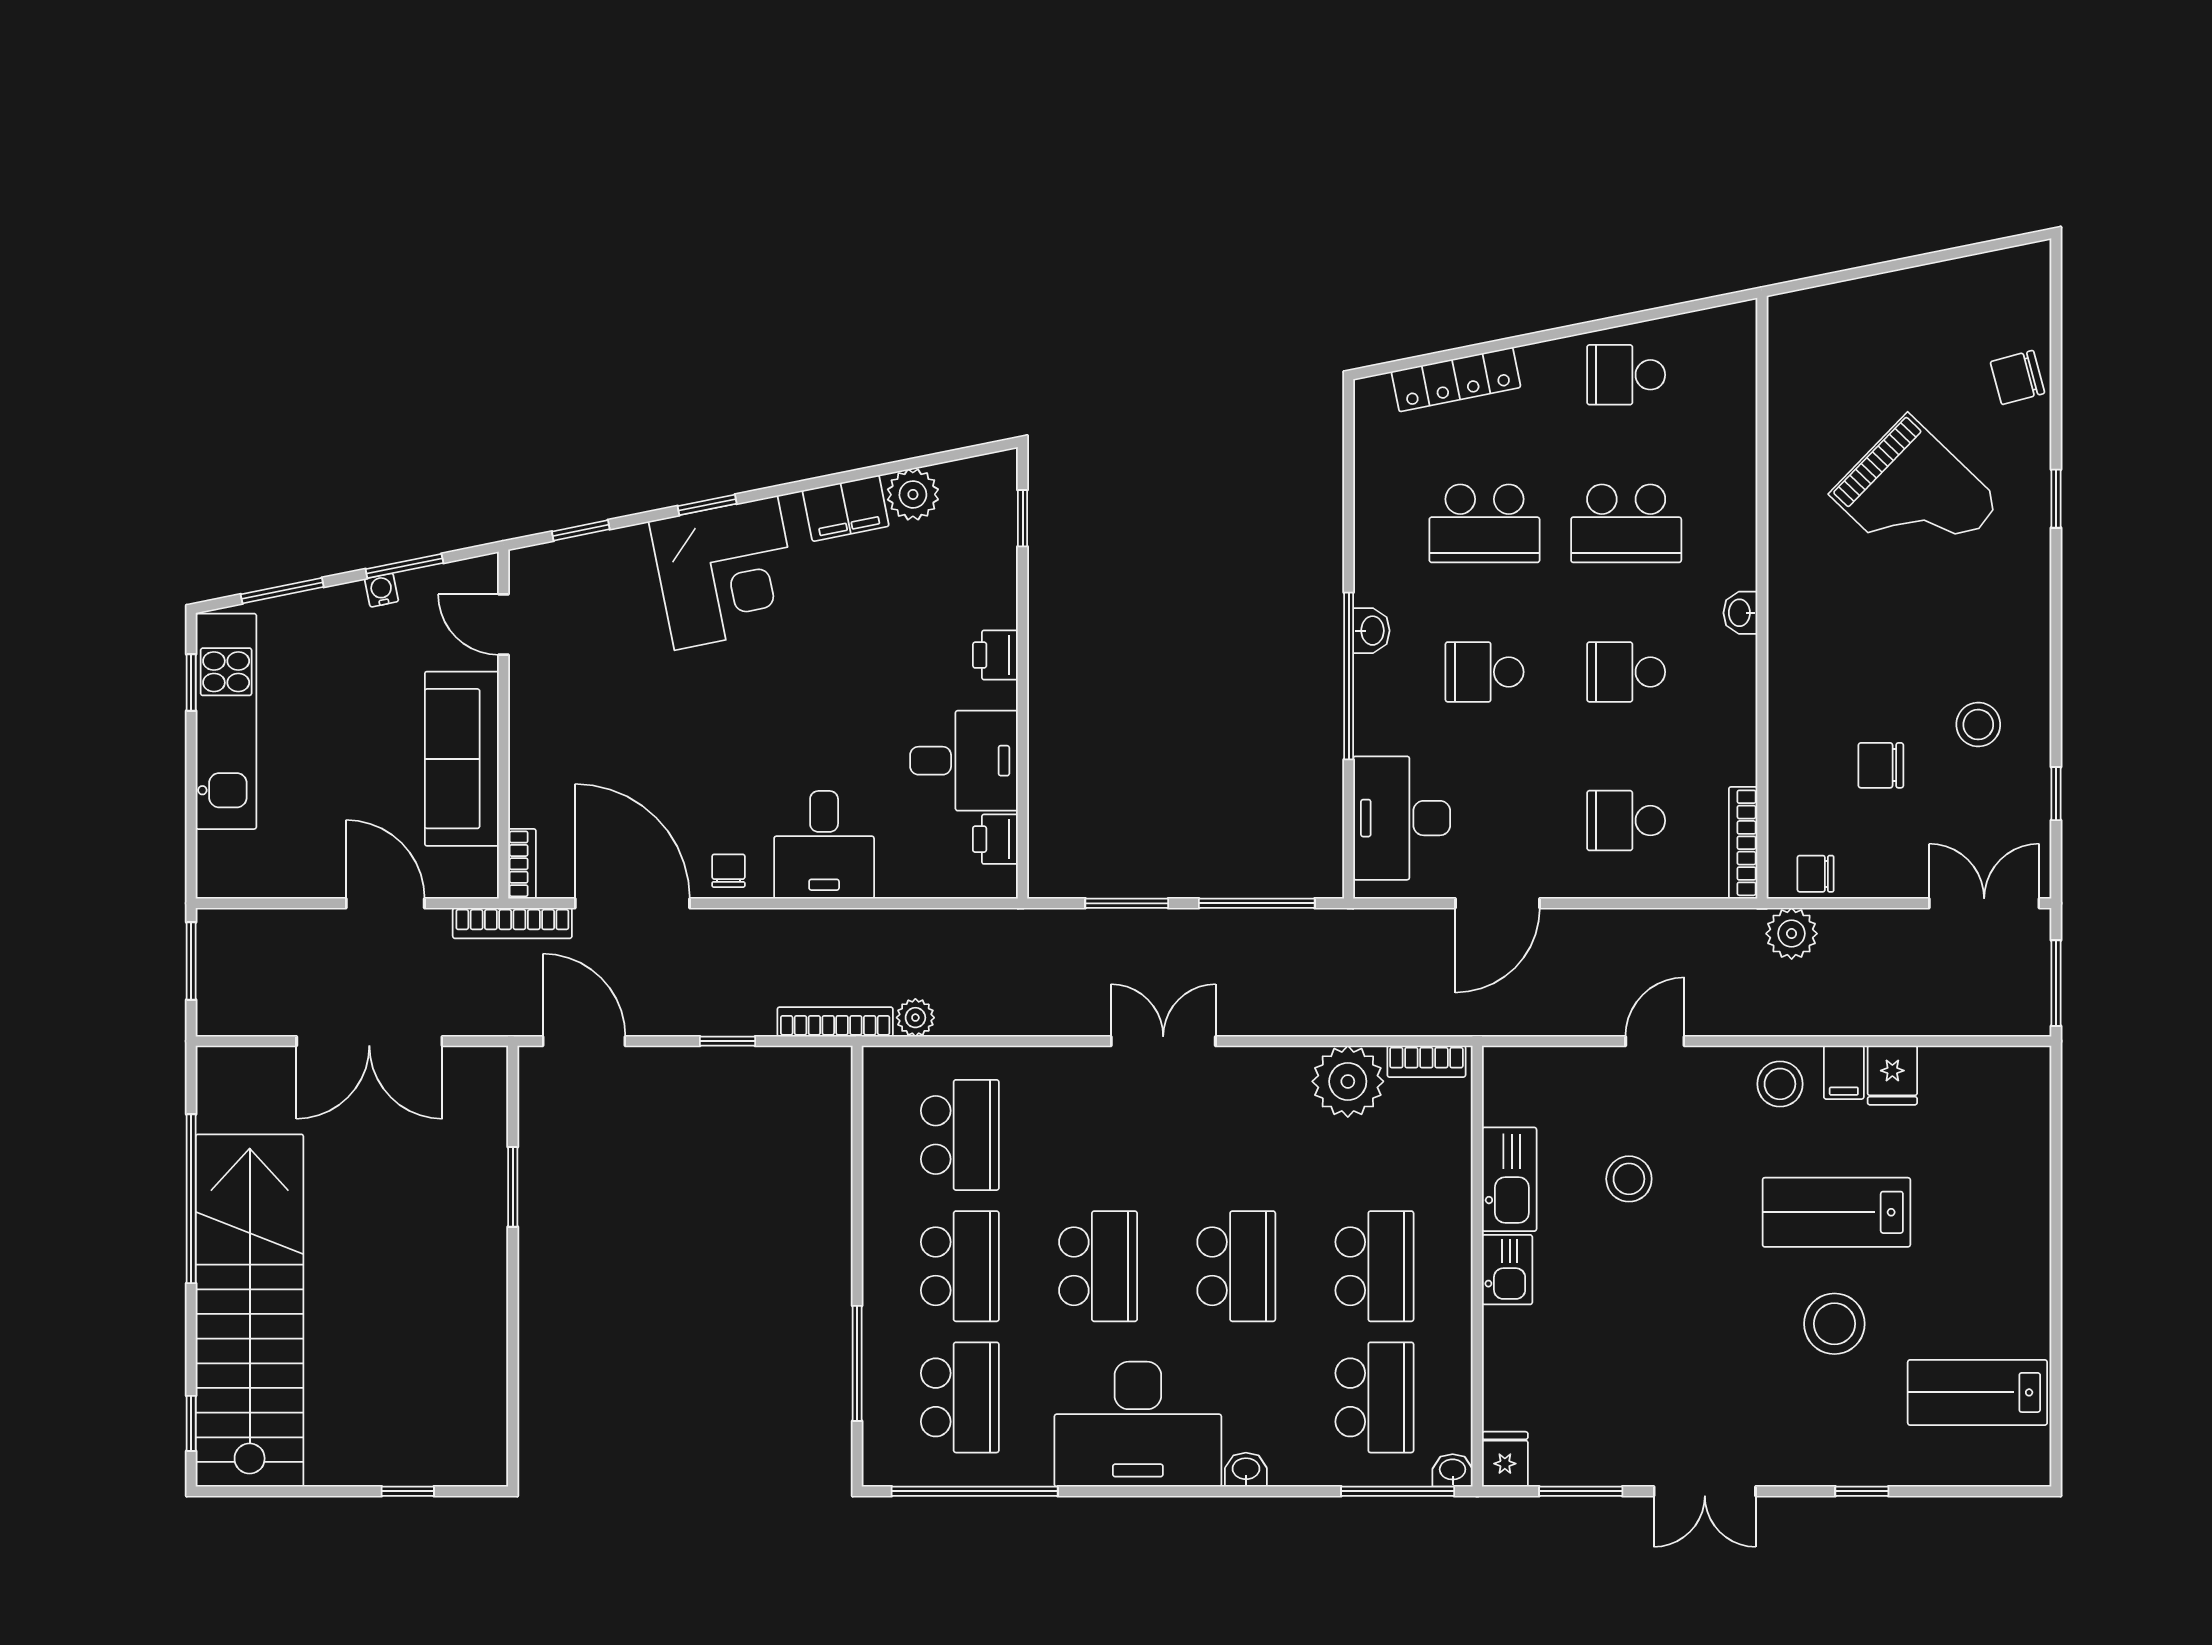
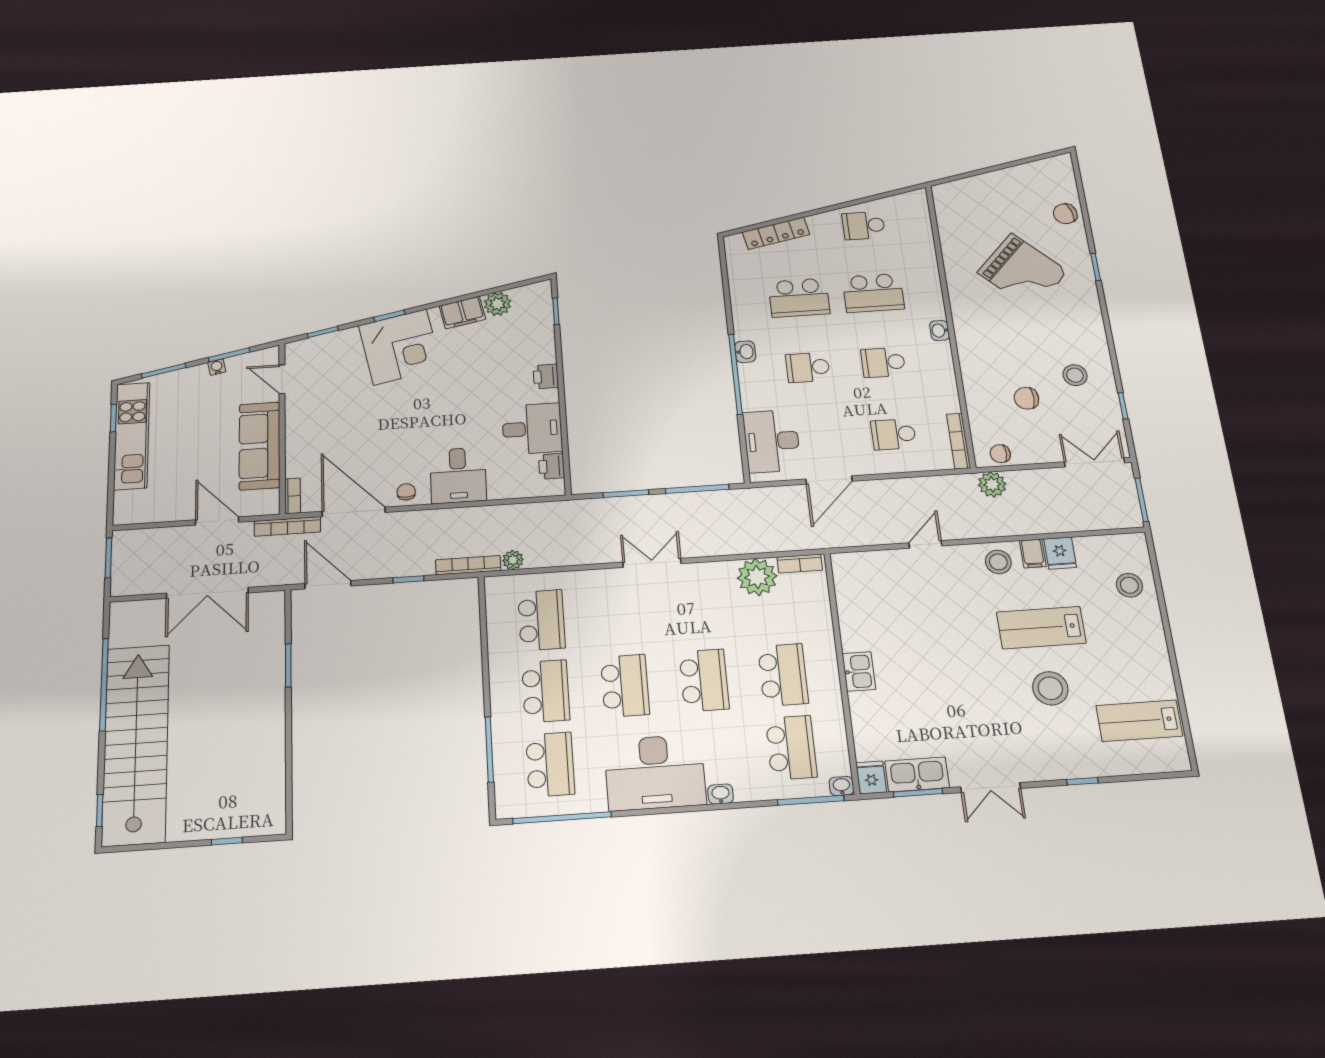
kitchen sink: (1509, 1179) -> (917, 774), moved, turned -90
stool: (1629, 1179) -> (1129, 585), moved

